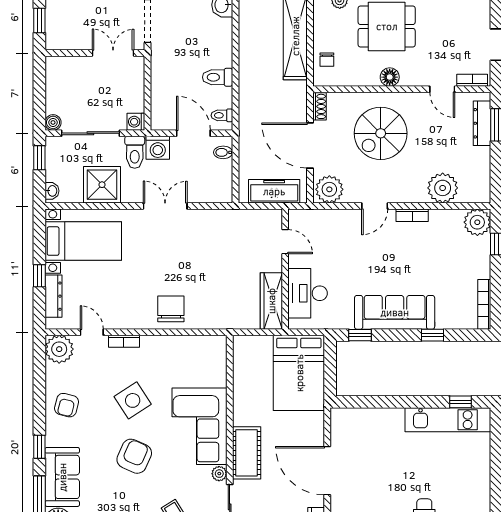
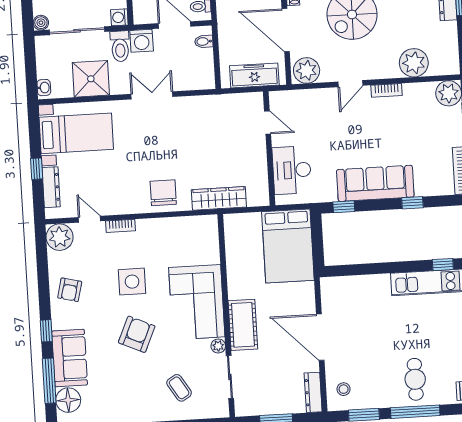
window: (39, 158) -> (30, 57), removed
wardrobe: (271, 301) -> (219, 198), moved, turned 90
side table: (133, 400) -> (132, 282), turned 33

